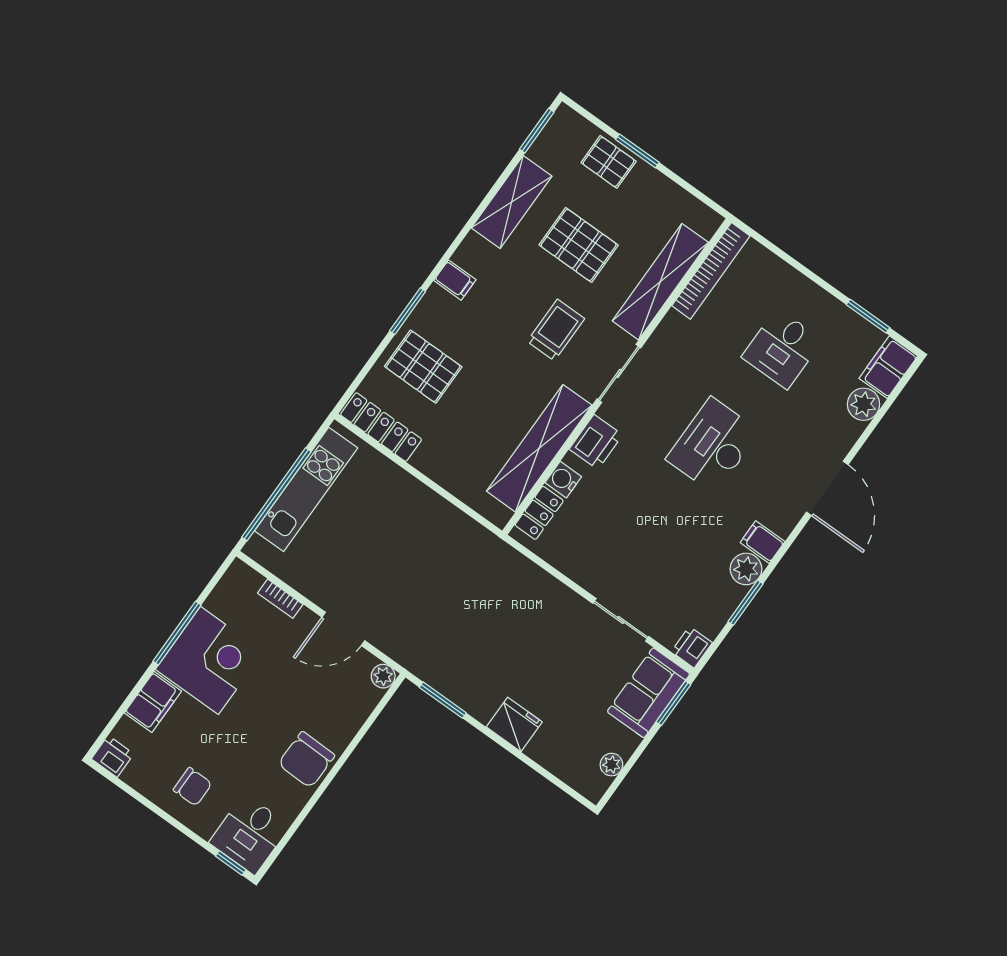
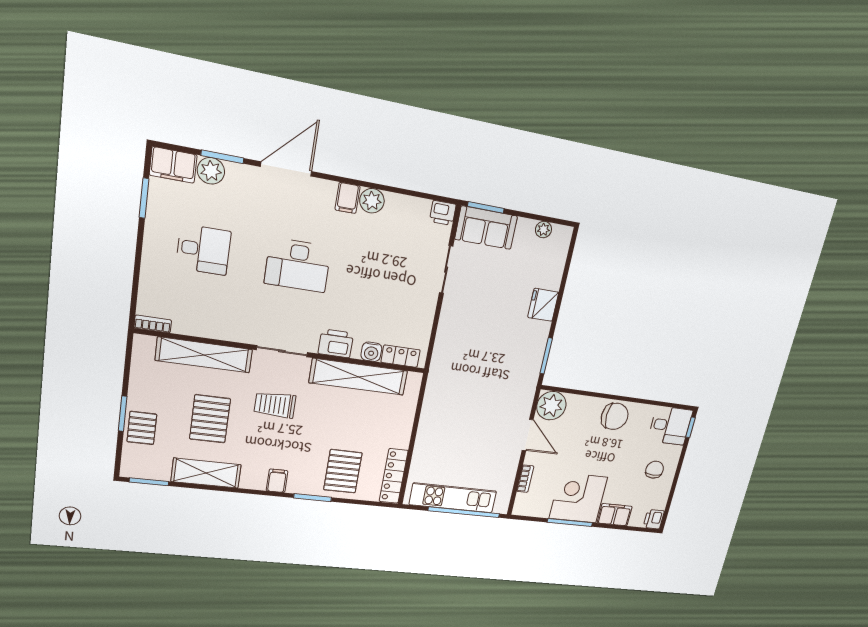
bookcase: (711, 271) -> (153, 324), width x0.43, depth x0.76
window: (745, 603) -> (222, 157), moved
plant: (383, 676) -> (551, 406), width x1.88, depth x1.88

